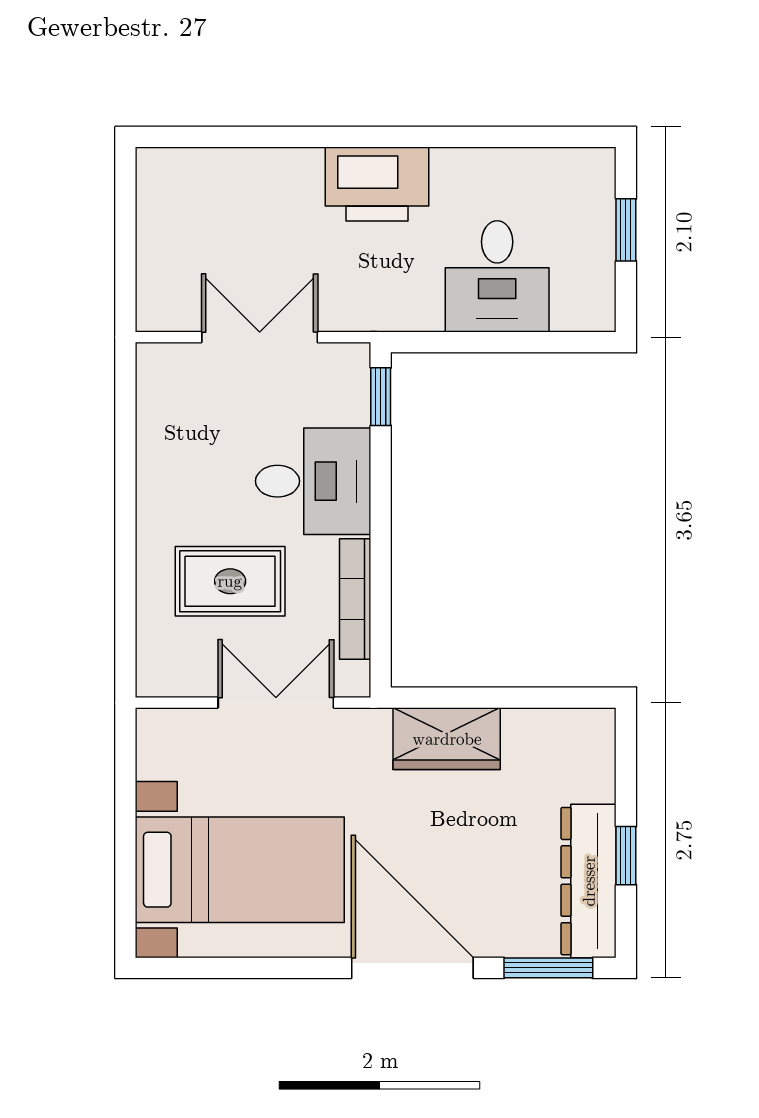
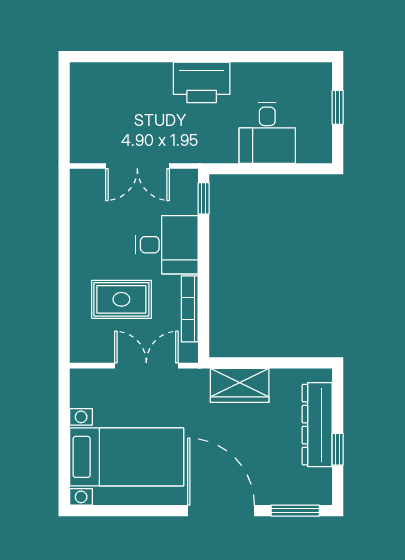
double door: (260, 337) -> (137, 166), swing flipped
dresser: (589, 881) -> (317, 425), moved

